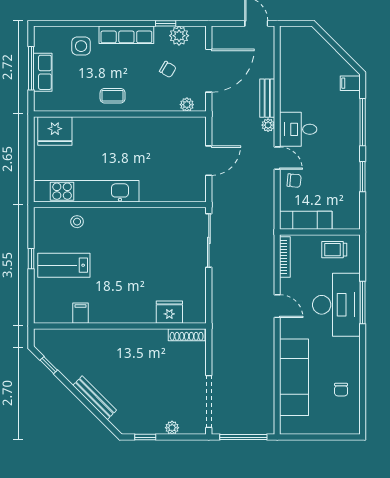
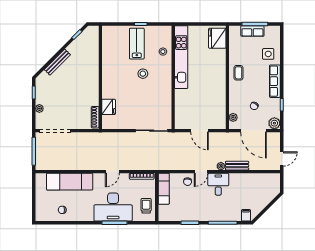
plant: (179, 36) -> (274, 123), moved
stool: (114, 255) -> (143, 74), added
filing cabinet: (80, 313) -> (108, 54), removed

